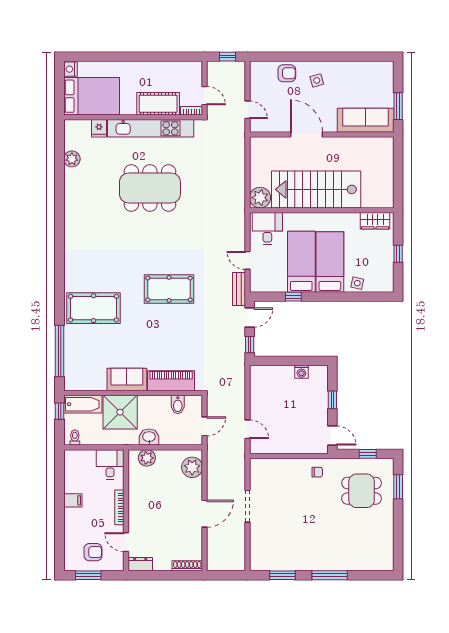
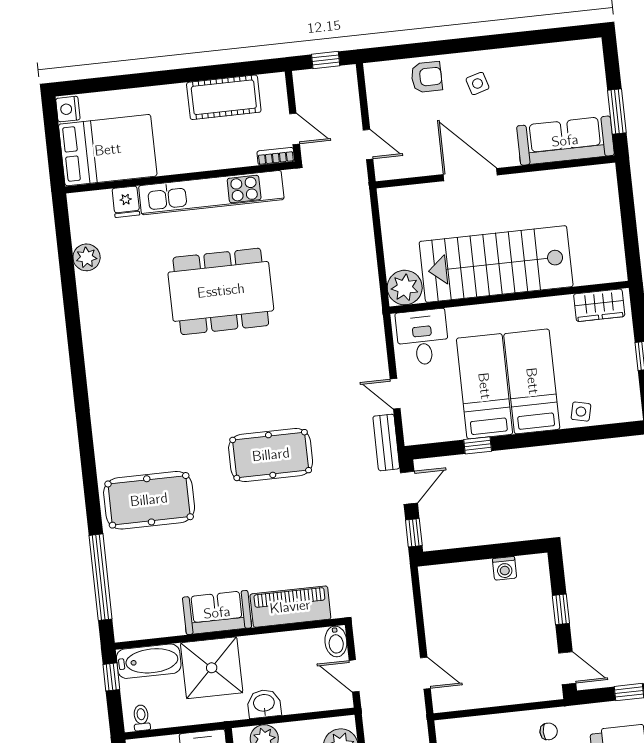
cot: (158, 104) -> (224, 97), moved
bidet: (178, 405) -> (336, 641), moved
door: (205, 426) -> (354, 676), swing flipped

